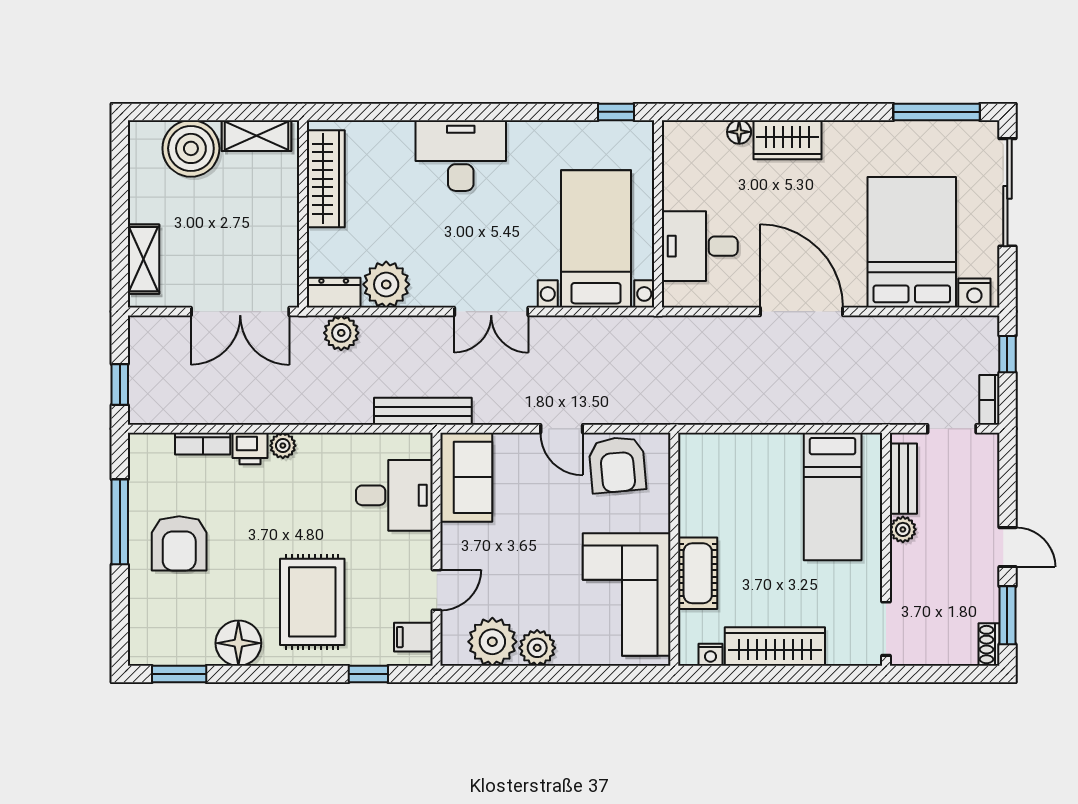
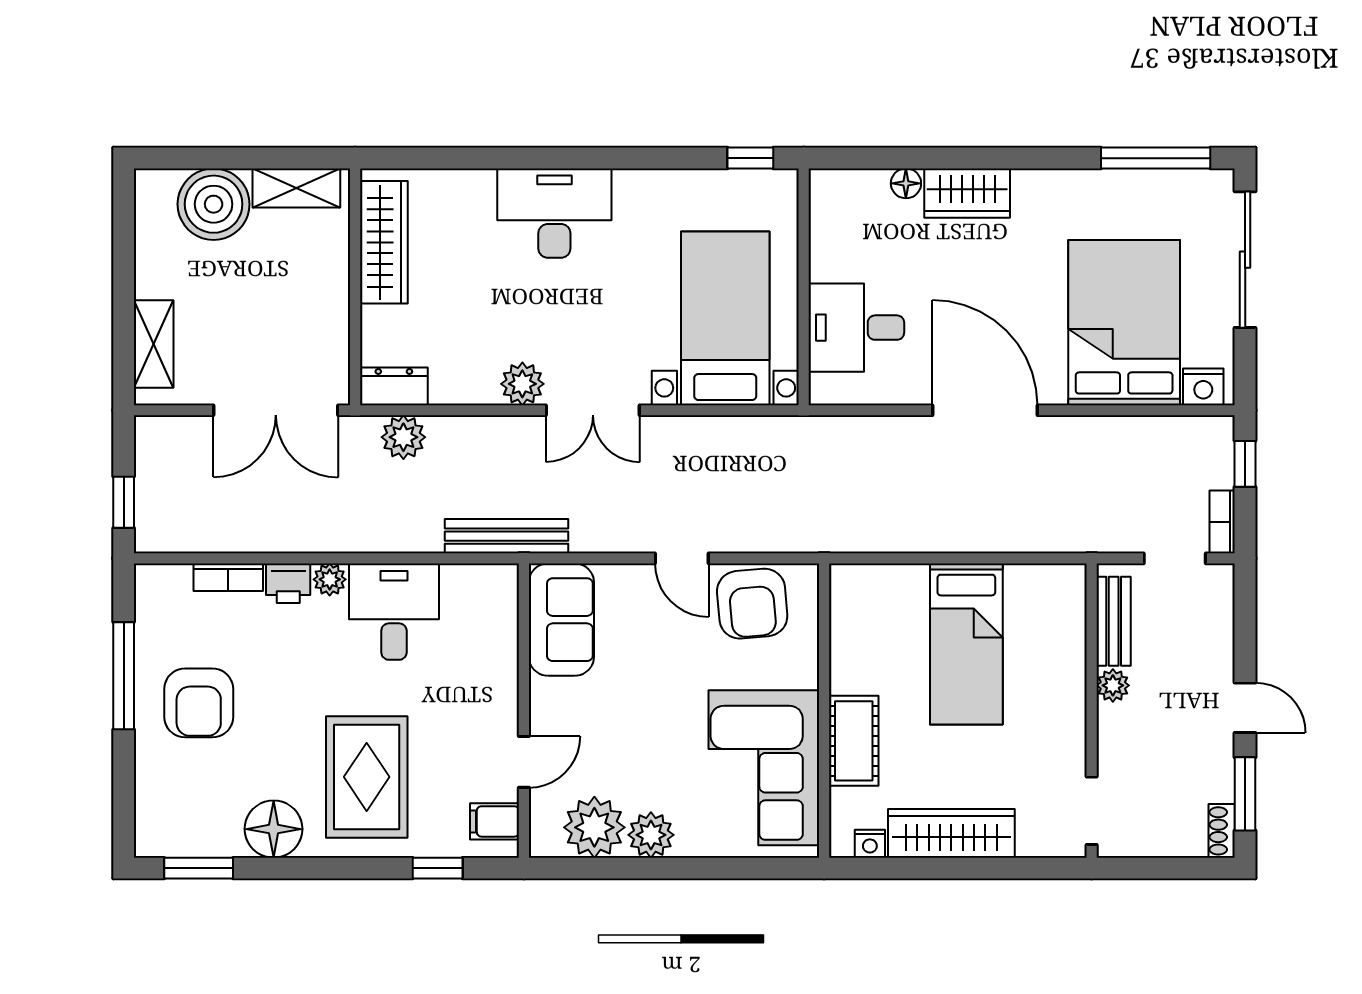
plant: (386, 284) -> (522, 384), moved, width x0.73, depth x0.73
desk: (394, 495) -> (394, 612), moved, turned -90
bed: (833, 497) -> (966, 644), moved

